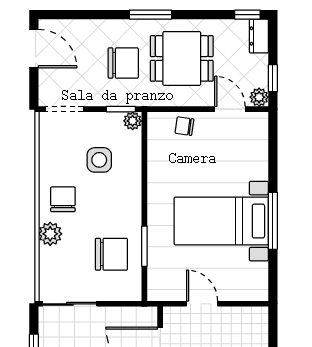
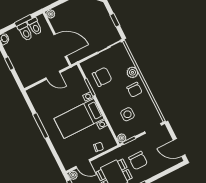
chair: (123, 63) -> (138, 161), turned -90
bed with nightstands: (221, 221) -> (79, 118), moved, turned 180
chair: (111, 254) -> (102, 77), turned 180

